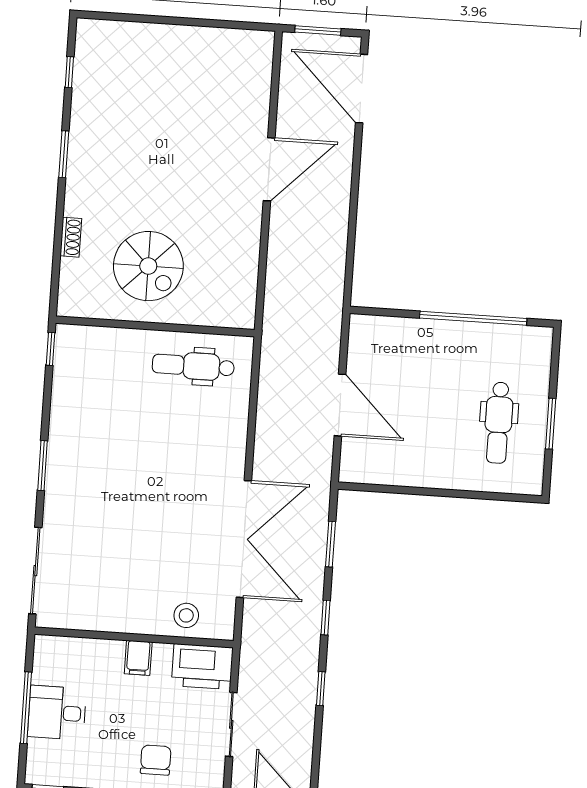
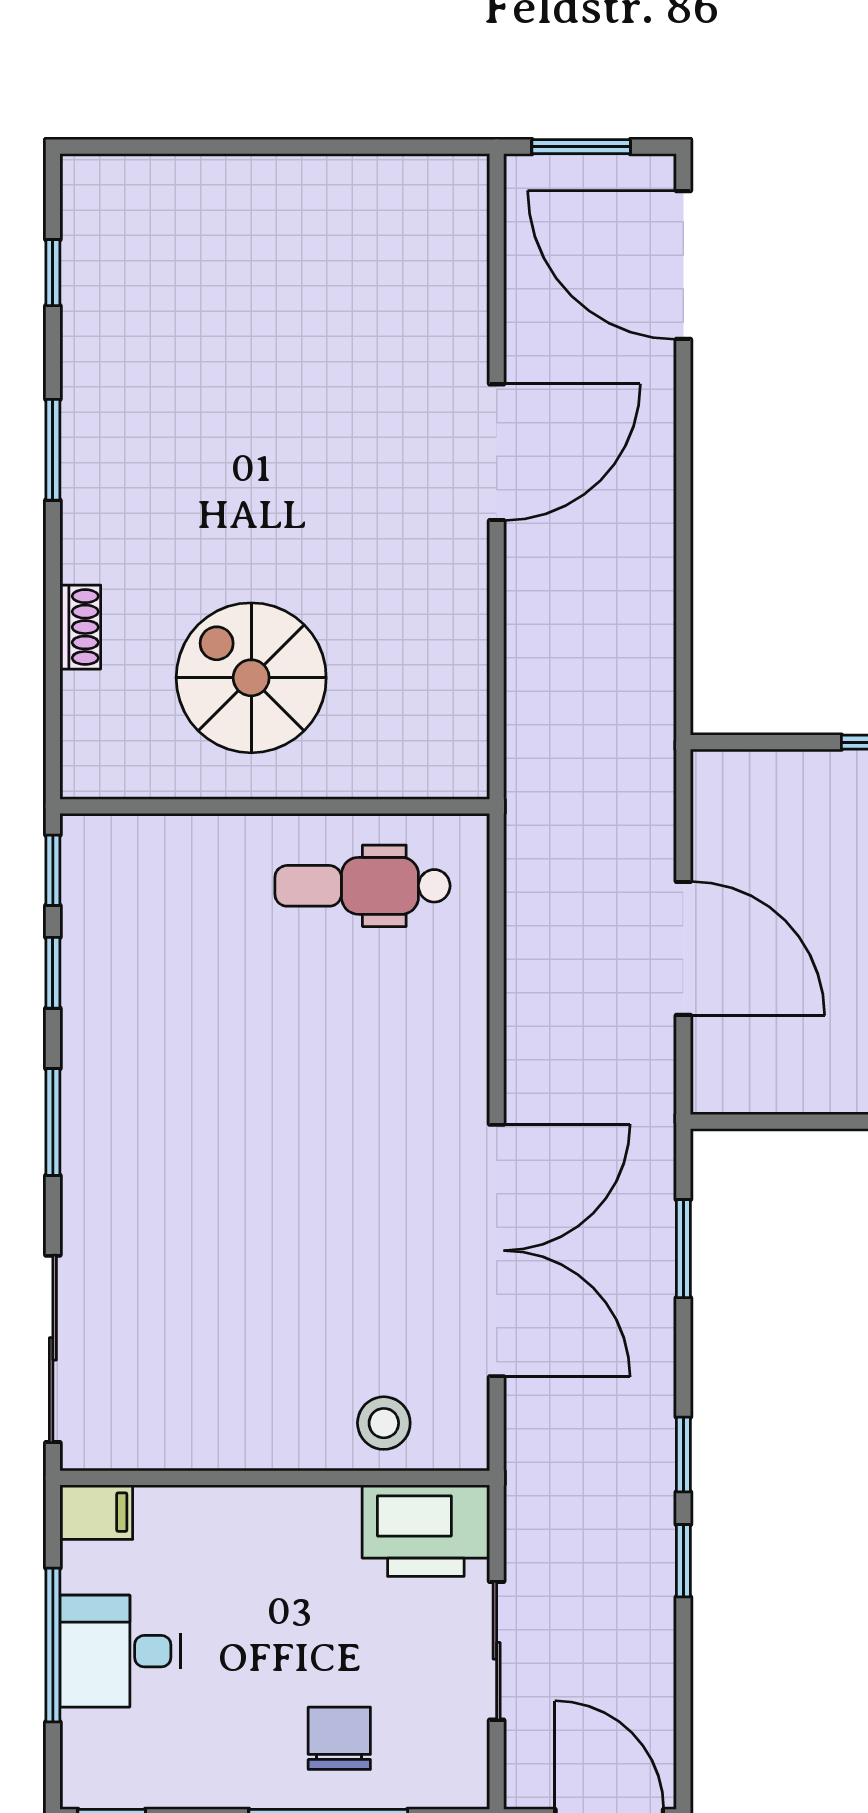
spiral stairs: (148, 266) -> (251, 678), turned 180
window: (47, 396) -> (53, 973), added
window: (325, 618) -> (683, 1454), moved
filing cabinet: (138, 658) -> (96, 1512), moved, turned -90

